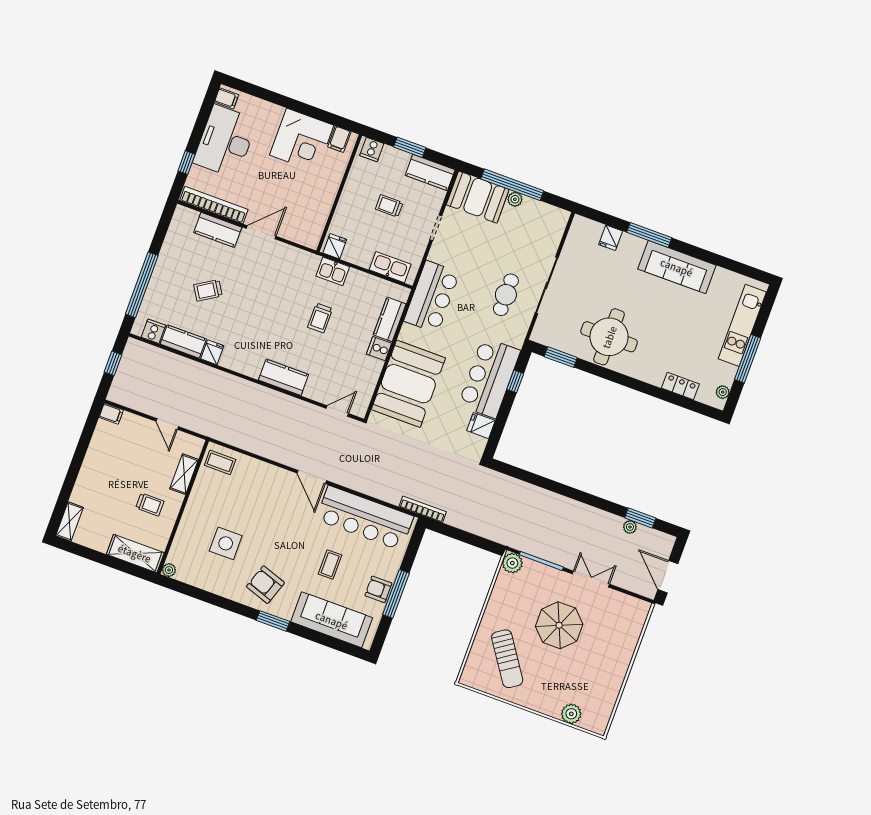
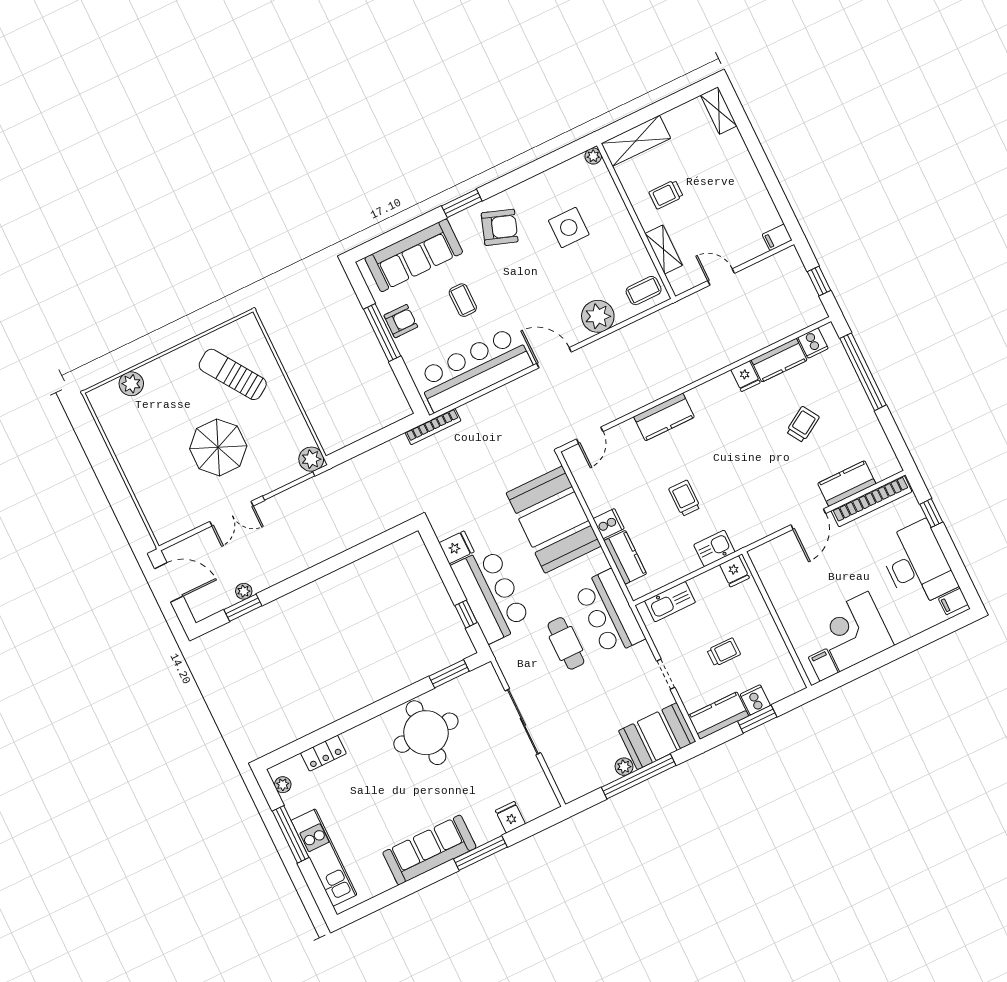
cooker: (372, 150) -> (755, 700), moved
cafe table: (506, 295) -> (566, 643), moved
plant: (262, 475) -> (598, 316), added

